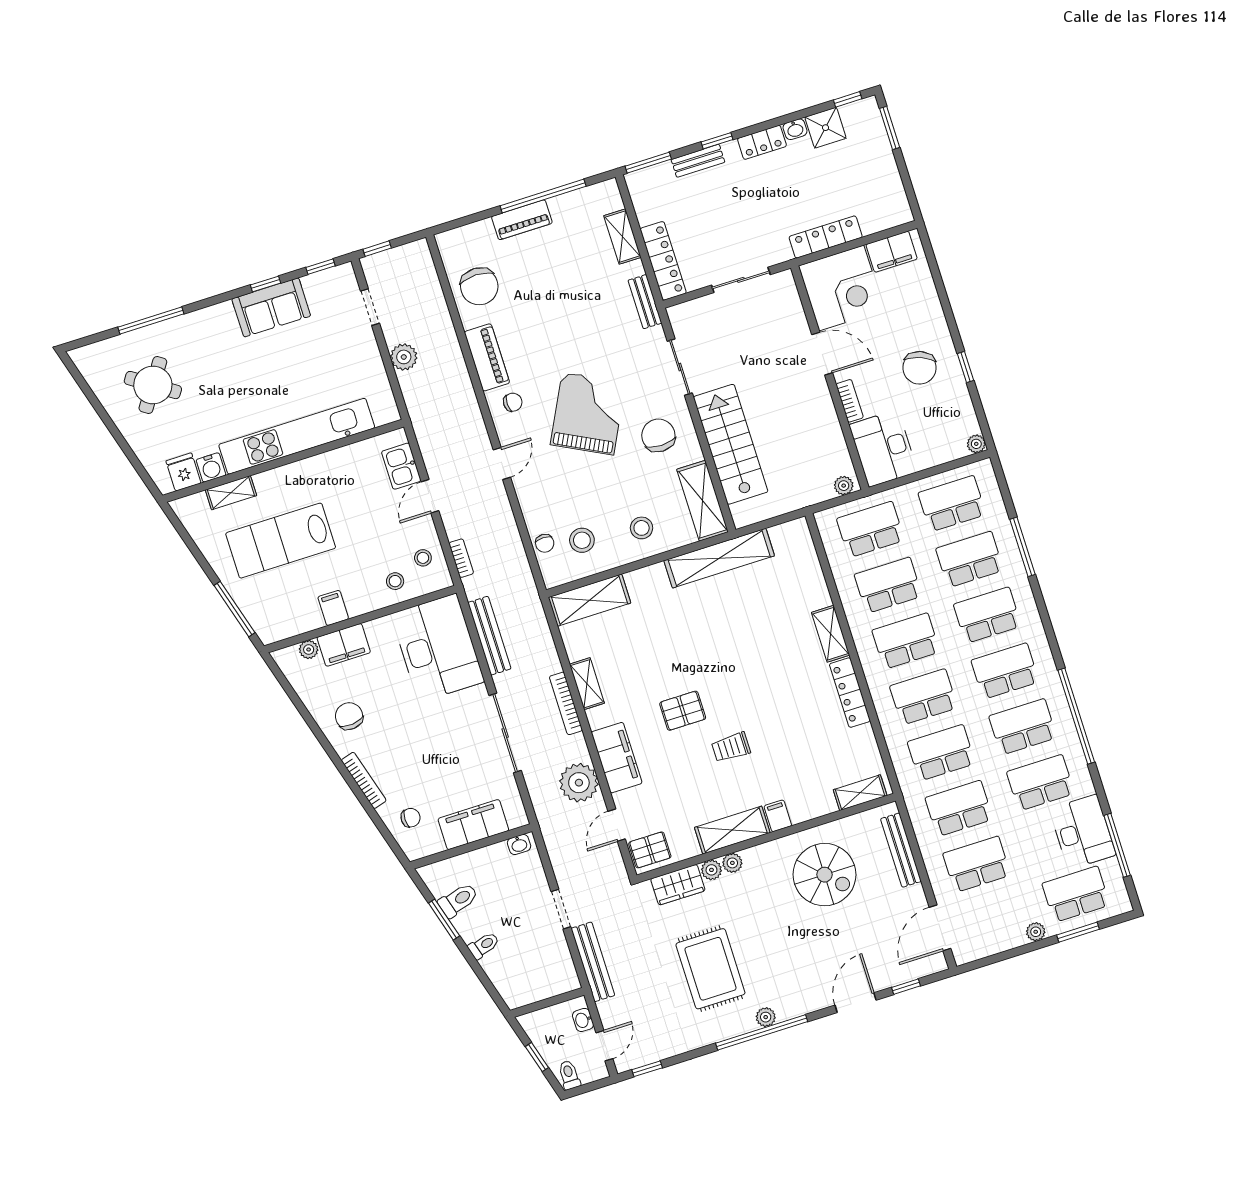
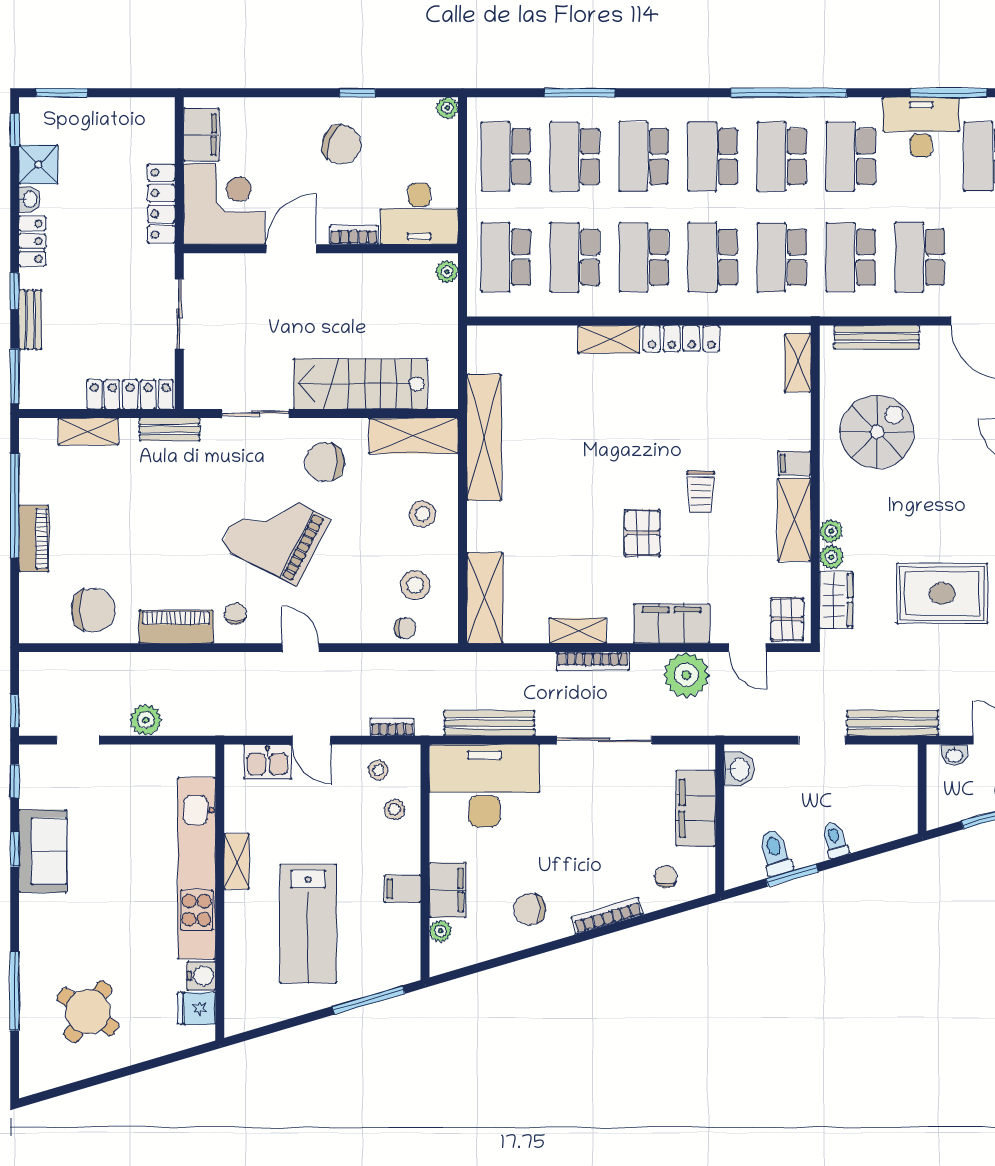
shelving: (231, 493) -> (237, 861), moved
washbasin: (519, 844) -> (739, 769), width x1.38, depth x1.45

